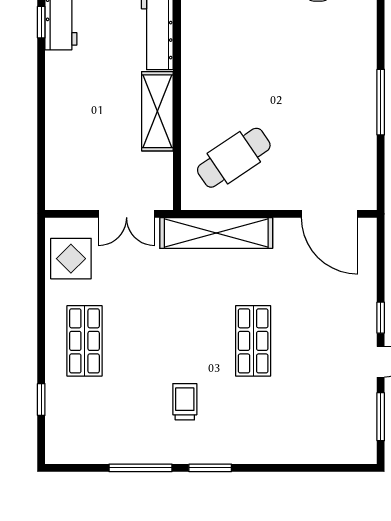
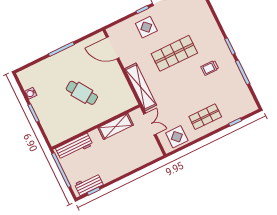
shelving: (157, 111) -> (116, 126), moved
cafe table: (234, 158) -> (82, 93), moved
door: (330, 214) -> (113, 48), swing flipped
display table: (339, 308) -> (146, 27), added
shop shelf: (253, 341) -> (174, 53), width x1.43, depth x1.36

